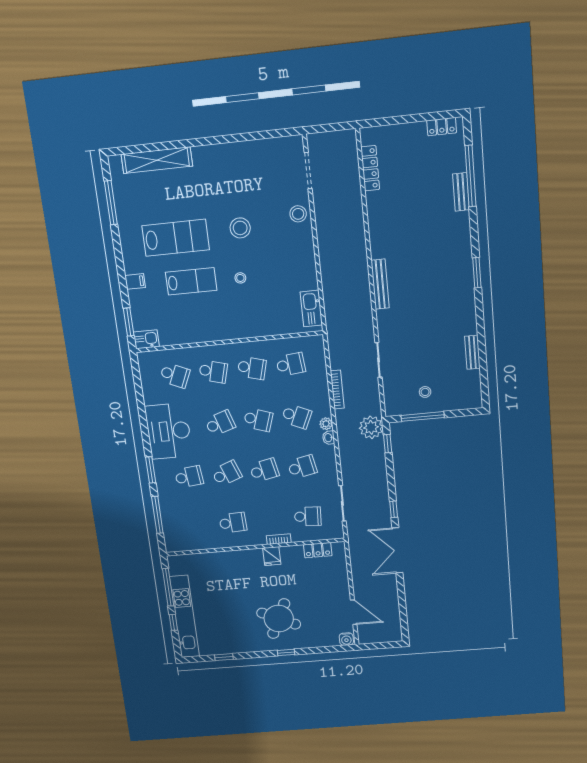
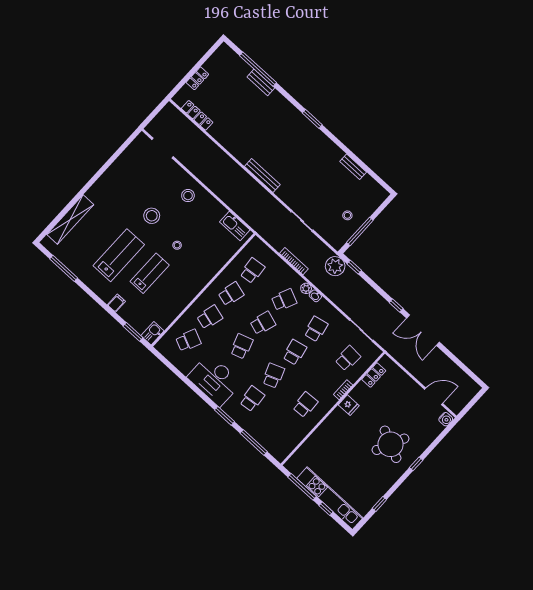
locker: (442, 127) -> (197, 78), moved
stool: (298, 214) -> (188, 196), moved

